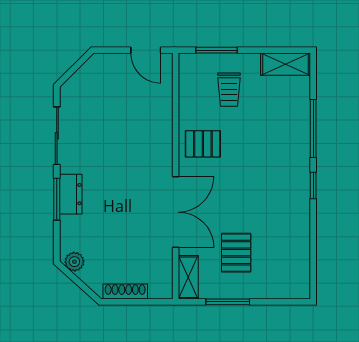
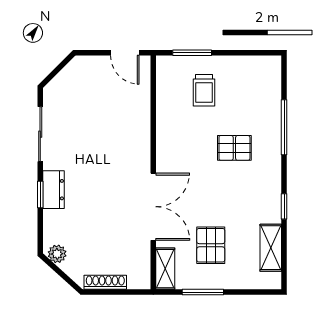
shelving: (285, 64) -> (271, 248), moved, turned 90
pallet: (203, 144) -> (234, 148), moved
window: (313, 186) -> (284, 206), moved
window: (57, 199) -> (40, 194), width x0.67

